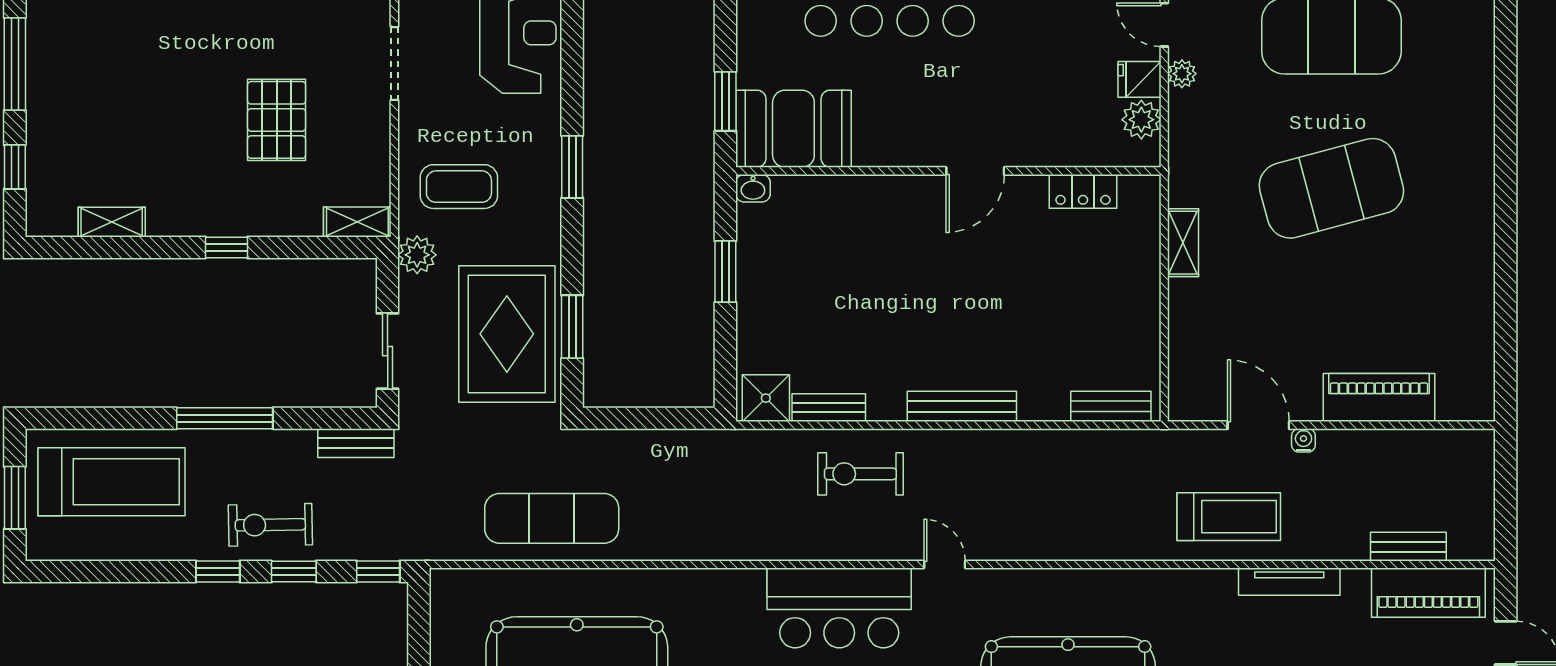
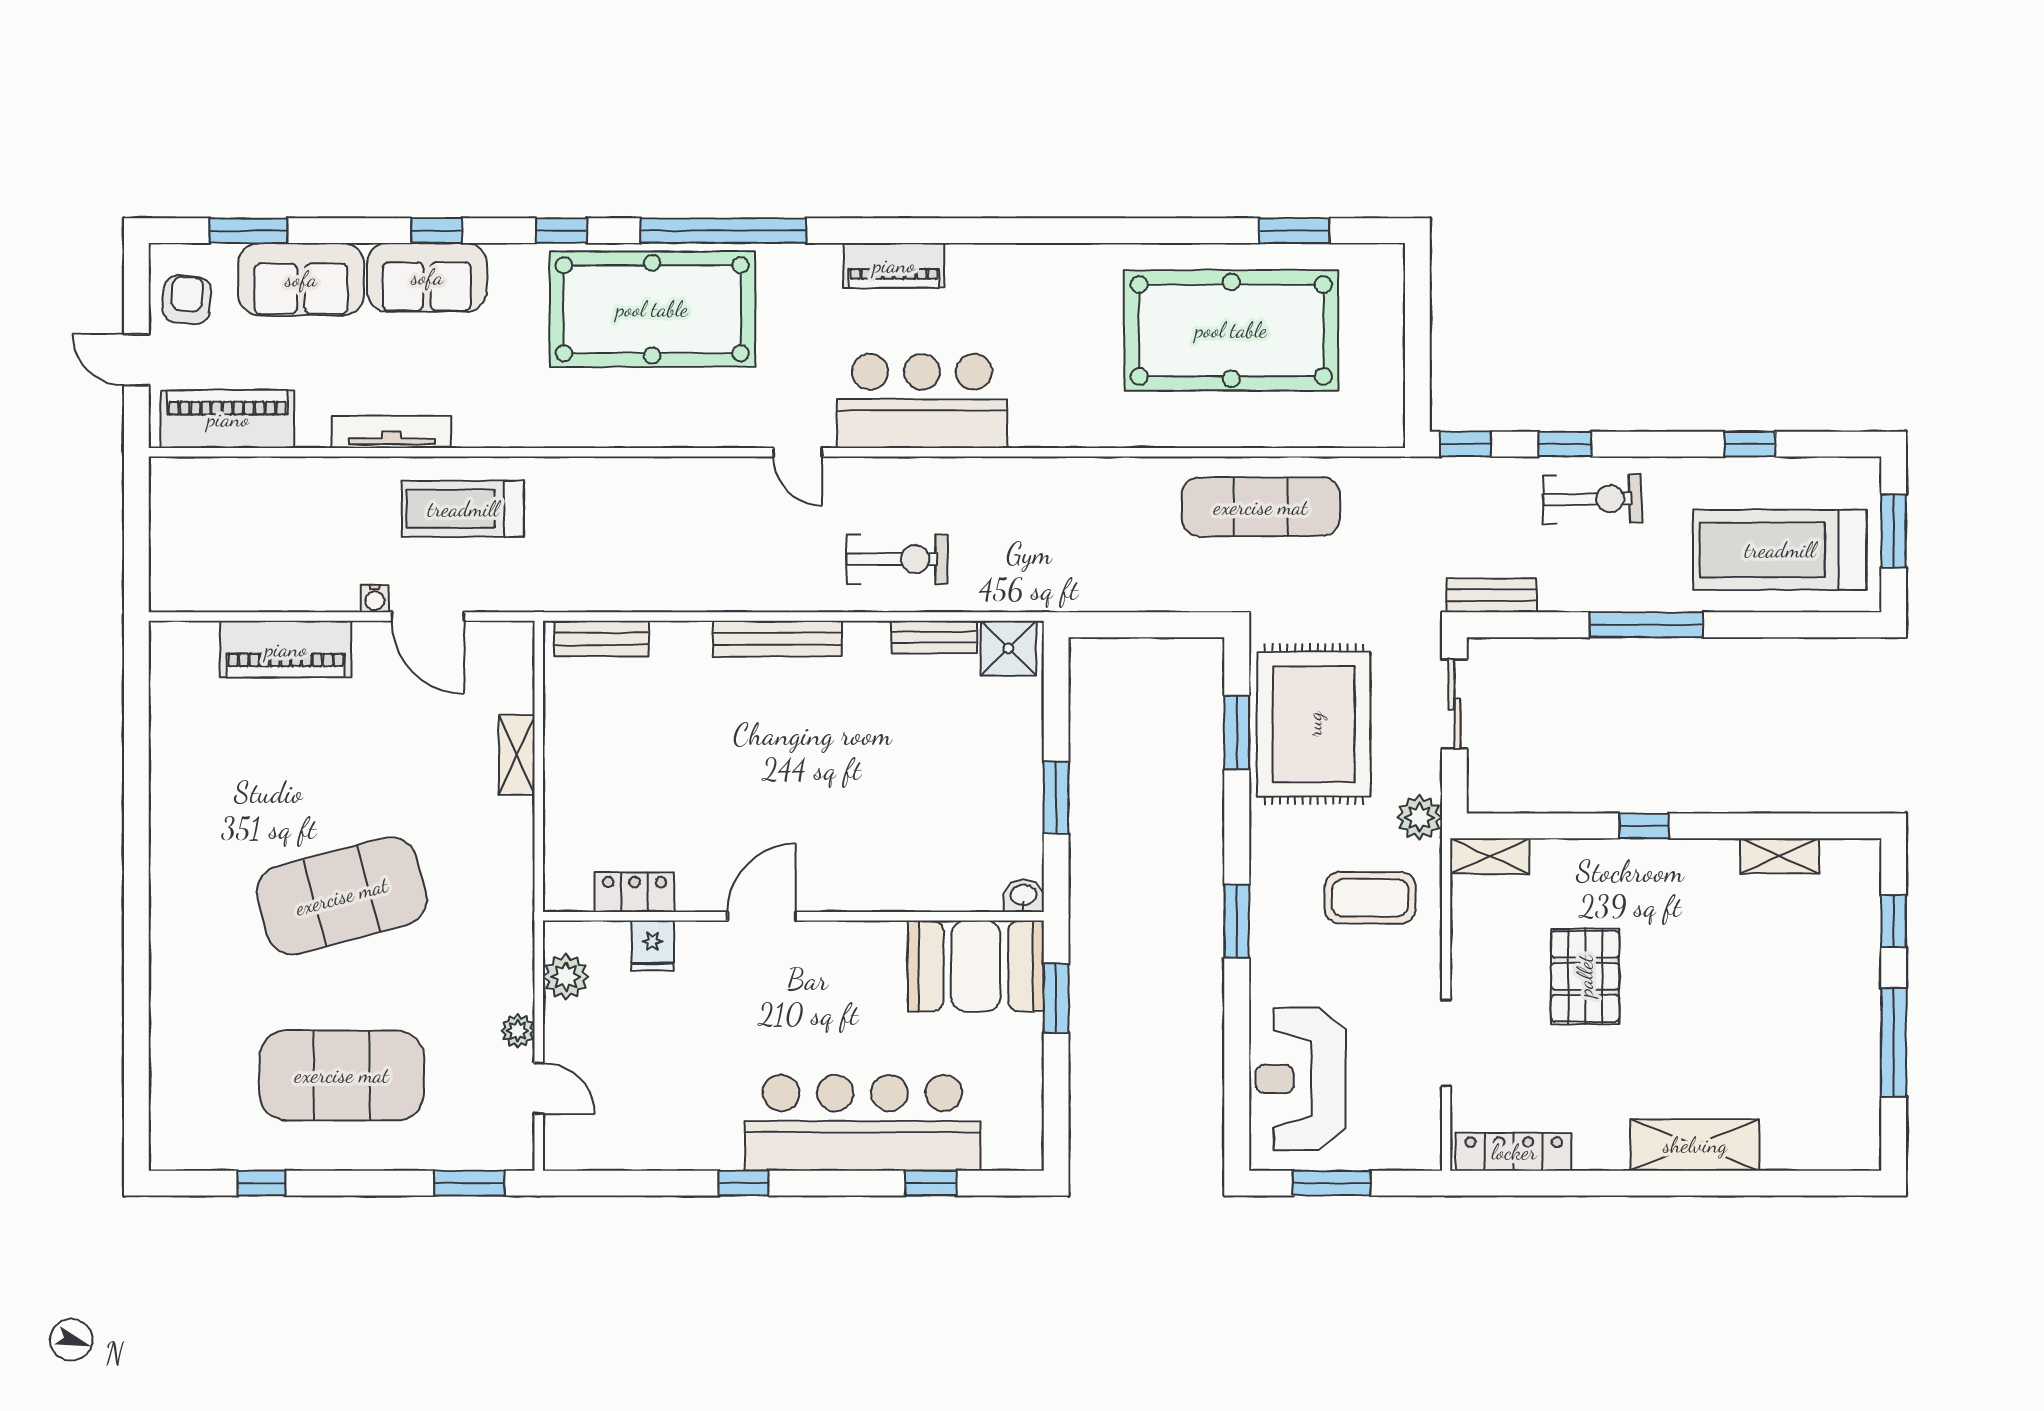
fridge: (1139, 79) -> (653, 946), moved, turned 90
shelving: (1183, 243) -> (517, 755), moved
bench: (1408, 547) -> (251, 473), removed
window: (218, 571) -> (1750, 444), moved

